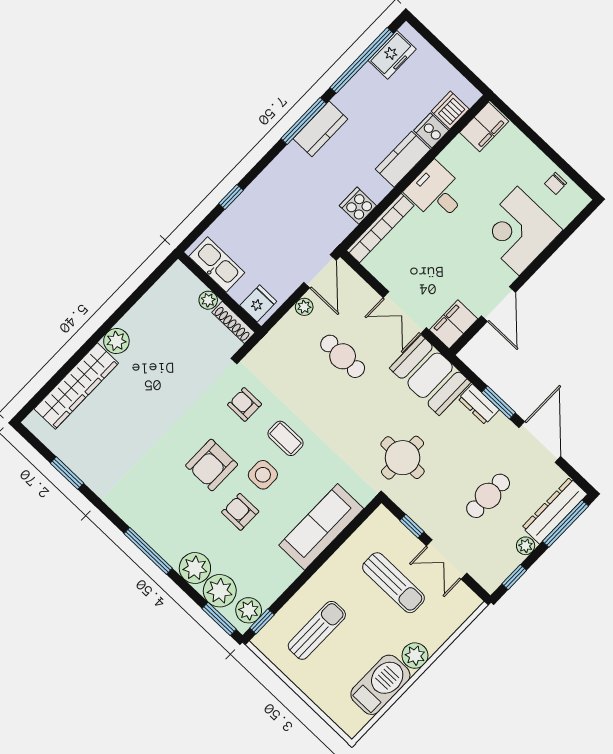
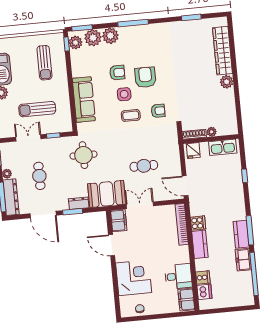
freezer: (392, 55) -> (243, 260), moved
kitchen counter: (403, 159) -> (200, 244), moved
desk: (436, 192) -> (178, 276), moved
plant: (304, 307) -> (176, 167), removed

